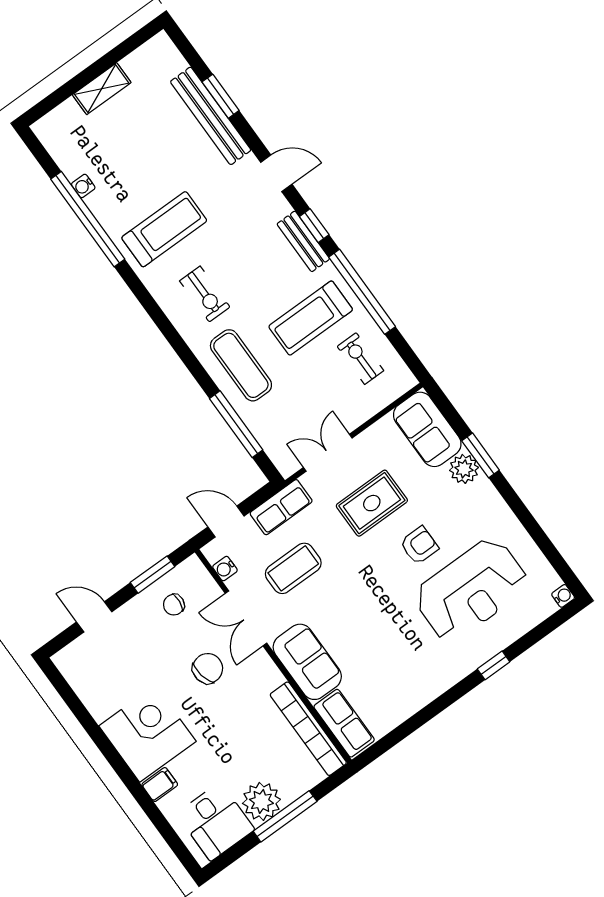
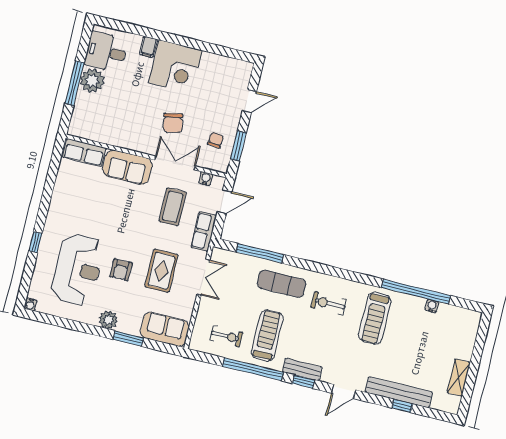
shelving: (102, 89) -> (459, 378), moved
window: (221, 96) -> (402, 406), width x0.67
plant: (464, 469) -> (108, 320), moved
reception desk: (471, 590) -> (78, 269), turned 180
bookcase: (308, 729) -> (99, 135), removed

